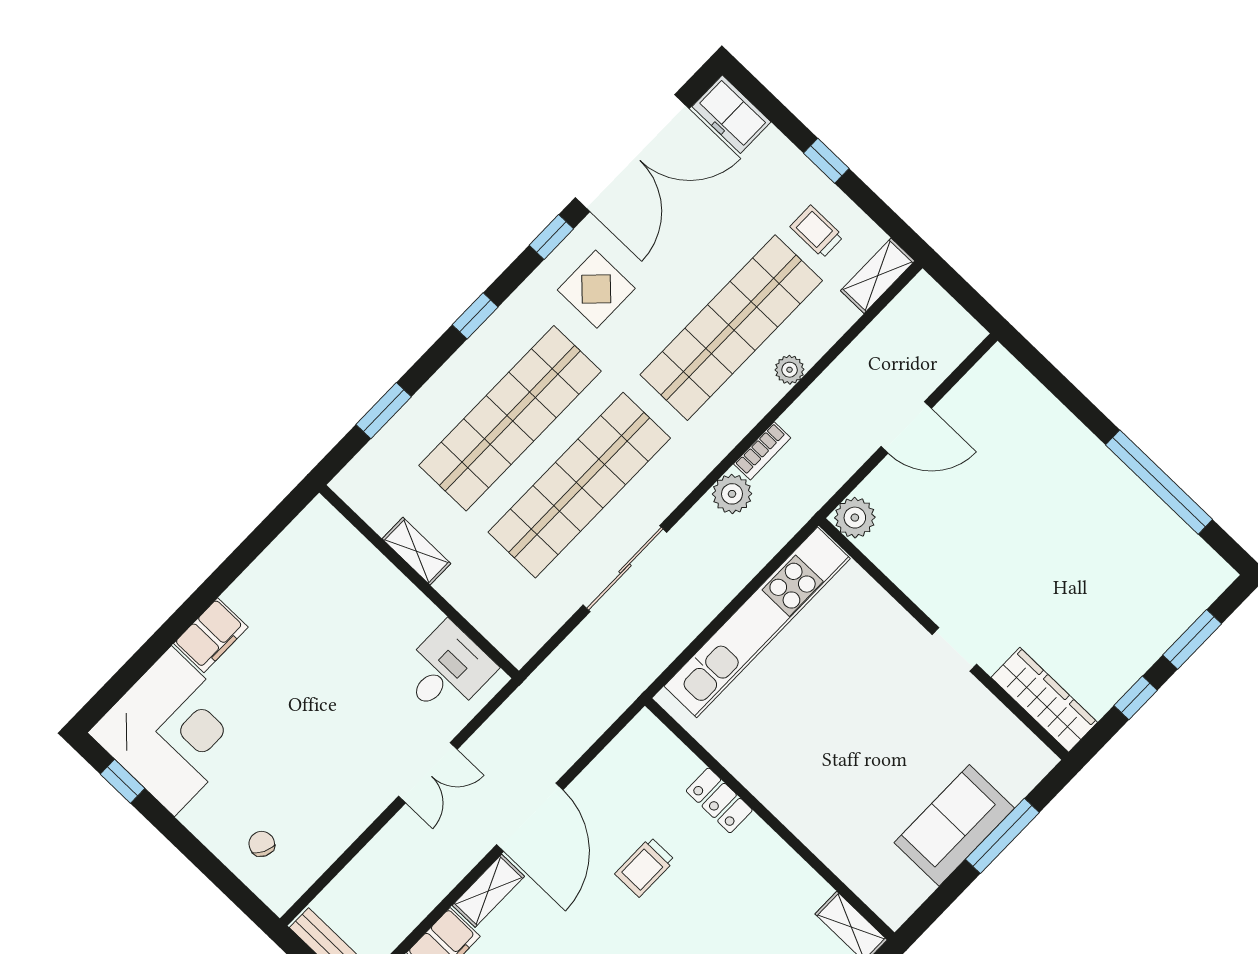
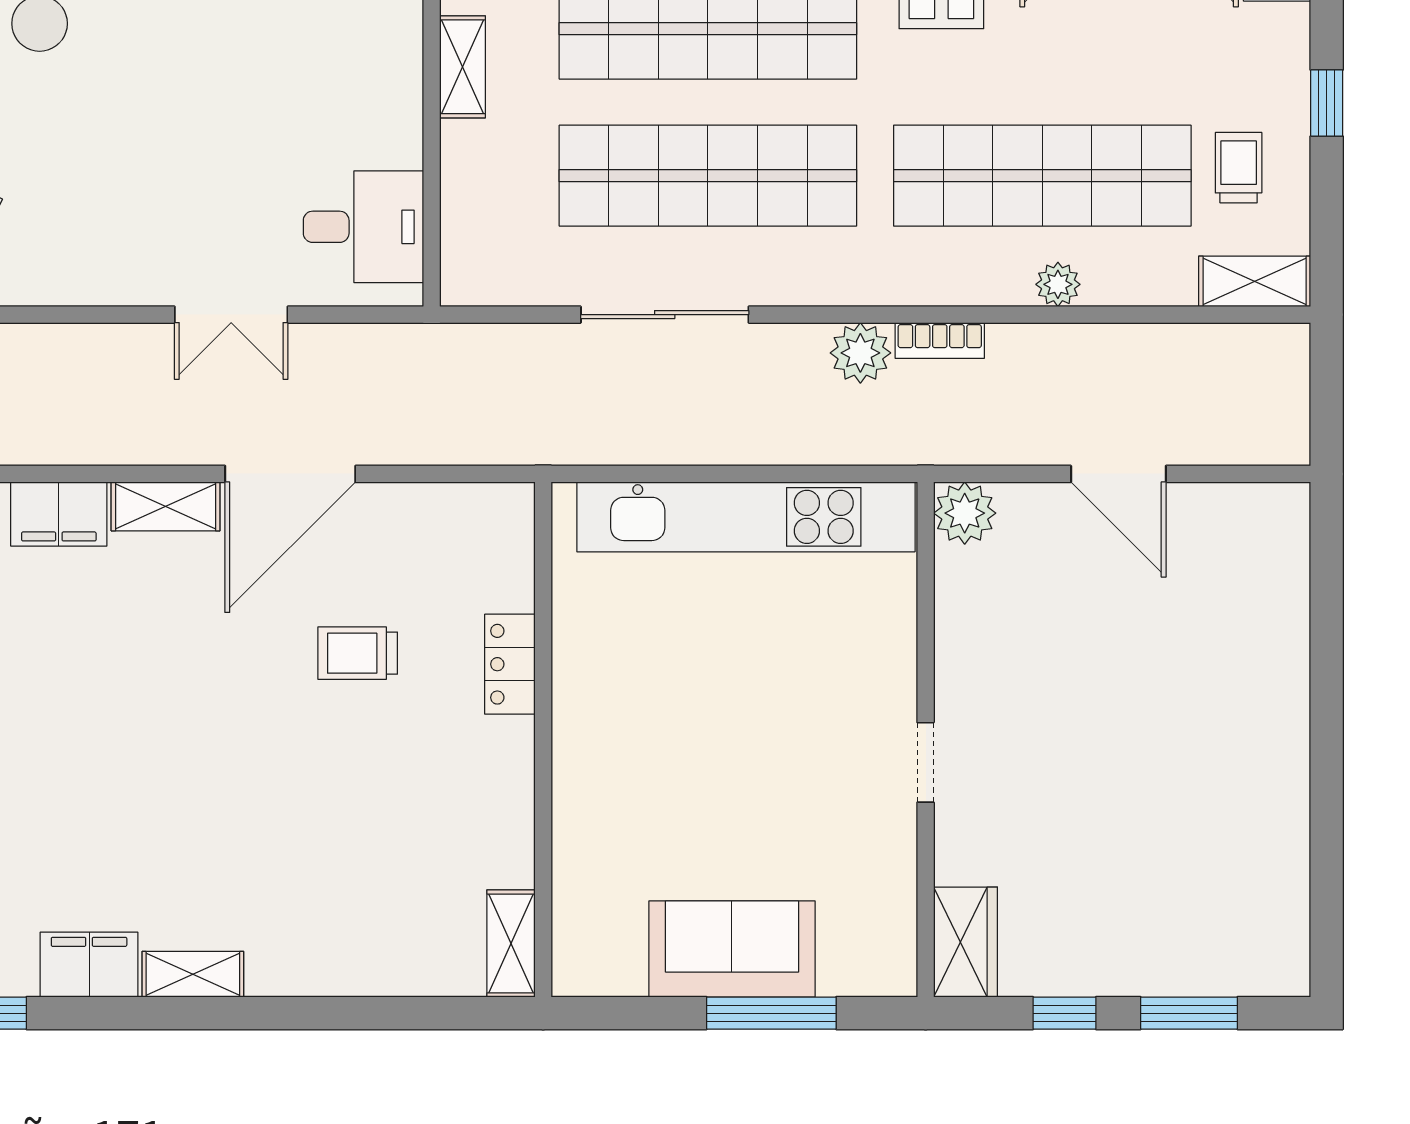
window: (1159, 482) -> (1327, 810), removed
wardrobe: (1044, 700) -> (965, 942), width x0.67

